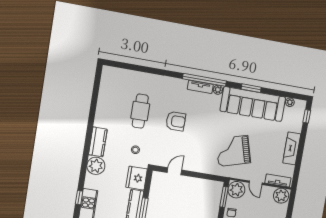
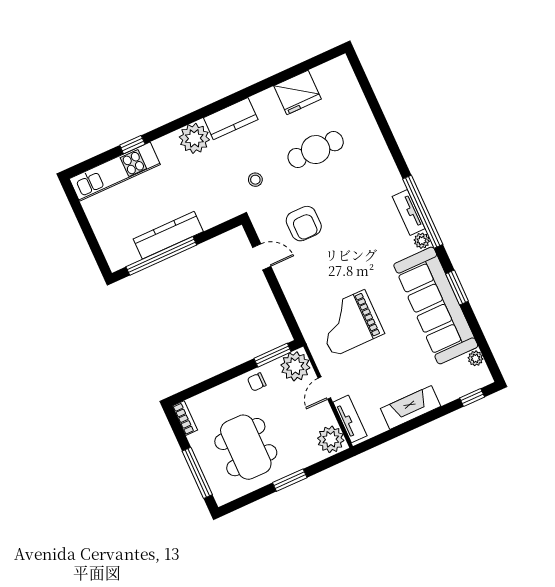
armchair: (176, 121) -> (304, 224), moved
grand piano: (233, 151) -> (349, 323), turned -74
fridge: (137, 178) -> (298, 92), moved, turned 180

